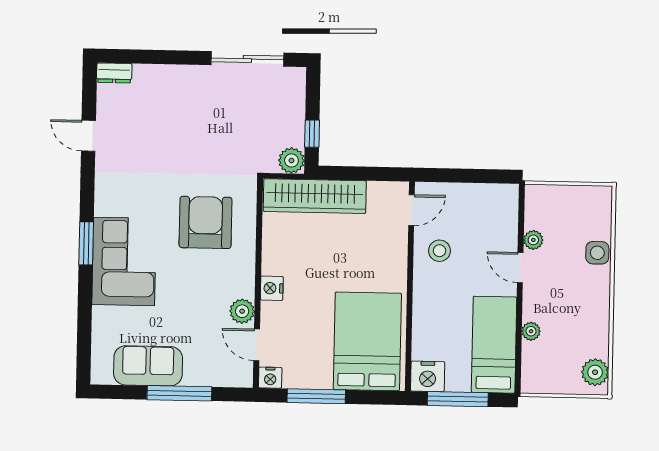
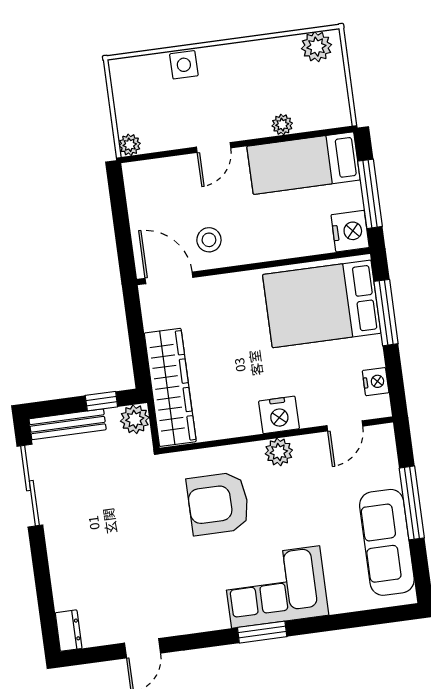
bench: (296, 101) -> (68, 424), added
door: (411, 210) -> (169, 278), width x1.38
plant: (533, 240) -> (130, 145), moved
nightstand: (272, 288) -> (279, 415), width x1.36, depth x1.33
plant: (242, 311) -> (279, 452), moved
sofa: (148, 366) -> (387, 542), width x1.36
nightstand: (270, 378) -> (376, 382), moved
window: (316, 396) -> (386, 313), moved

